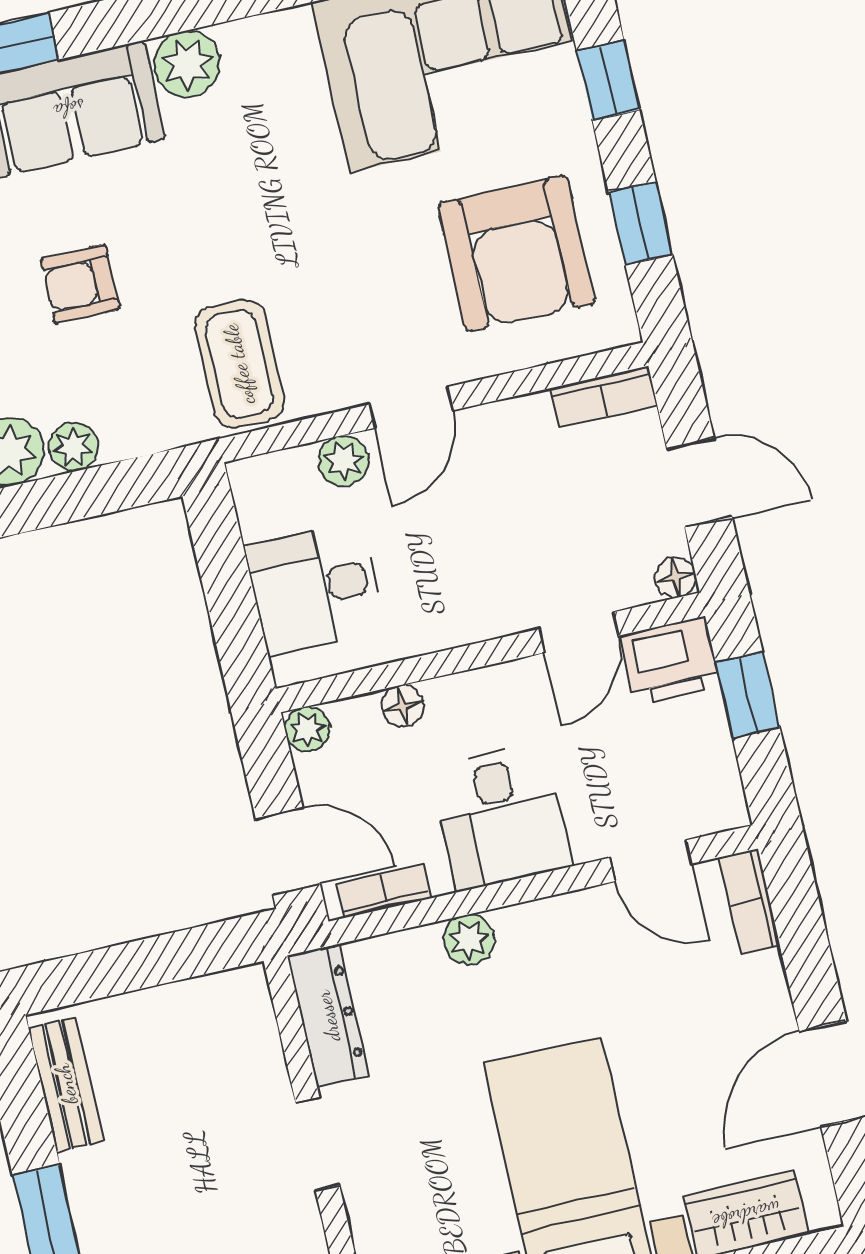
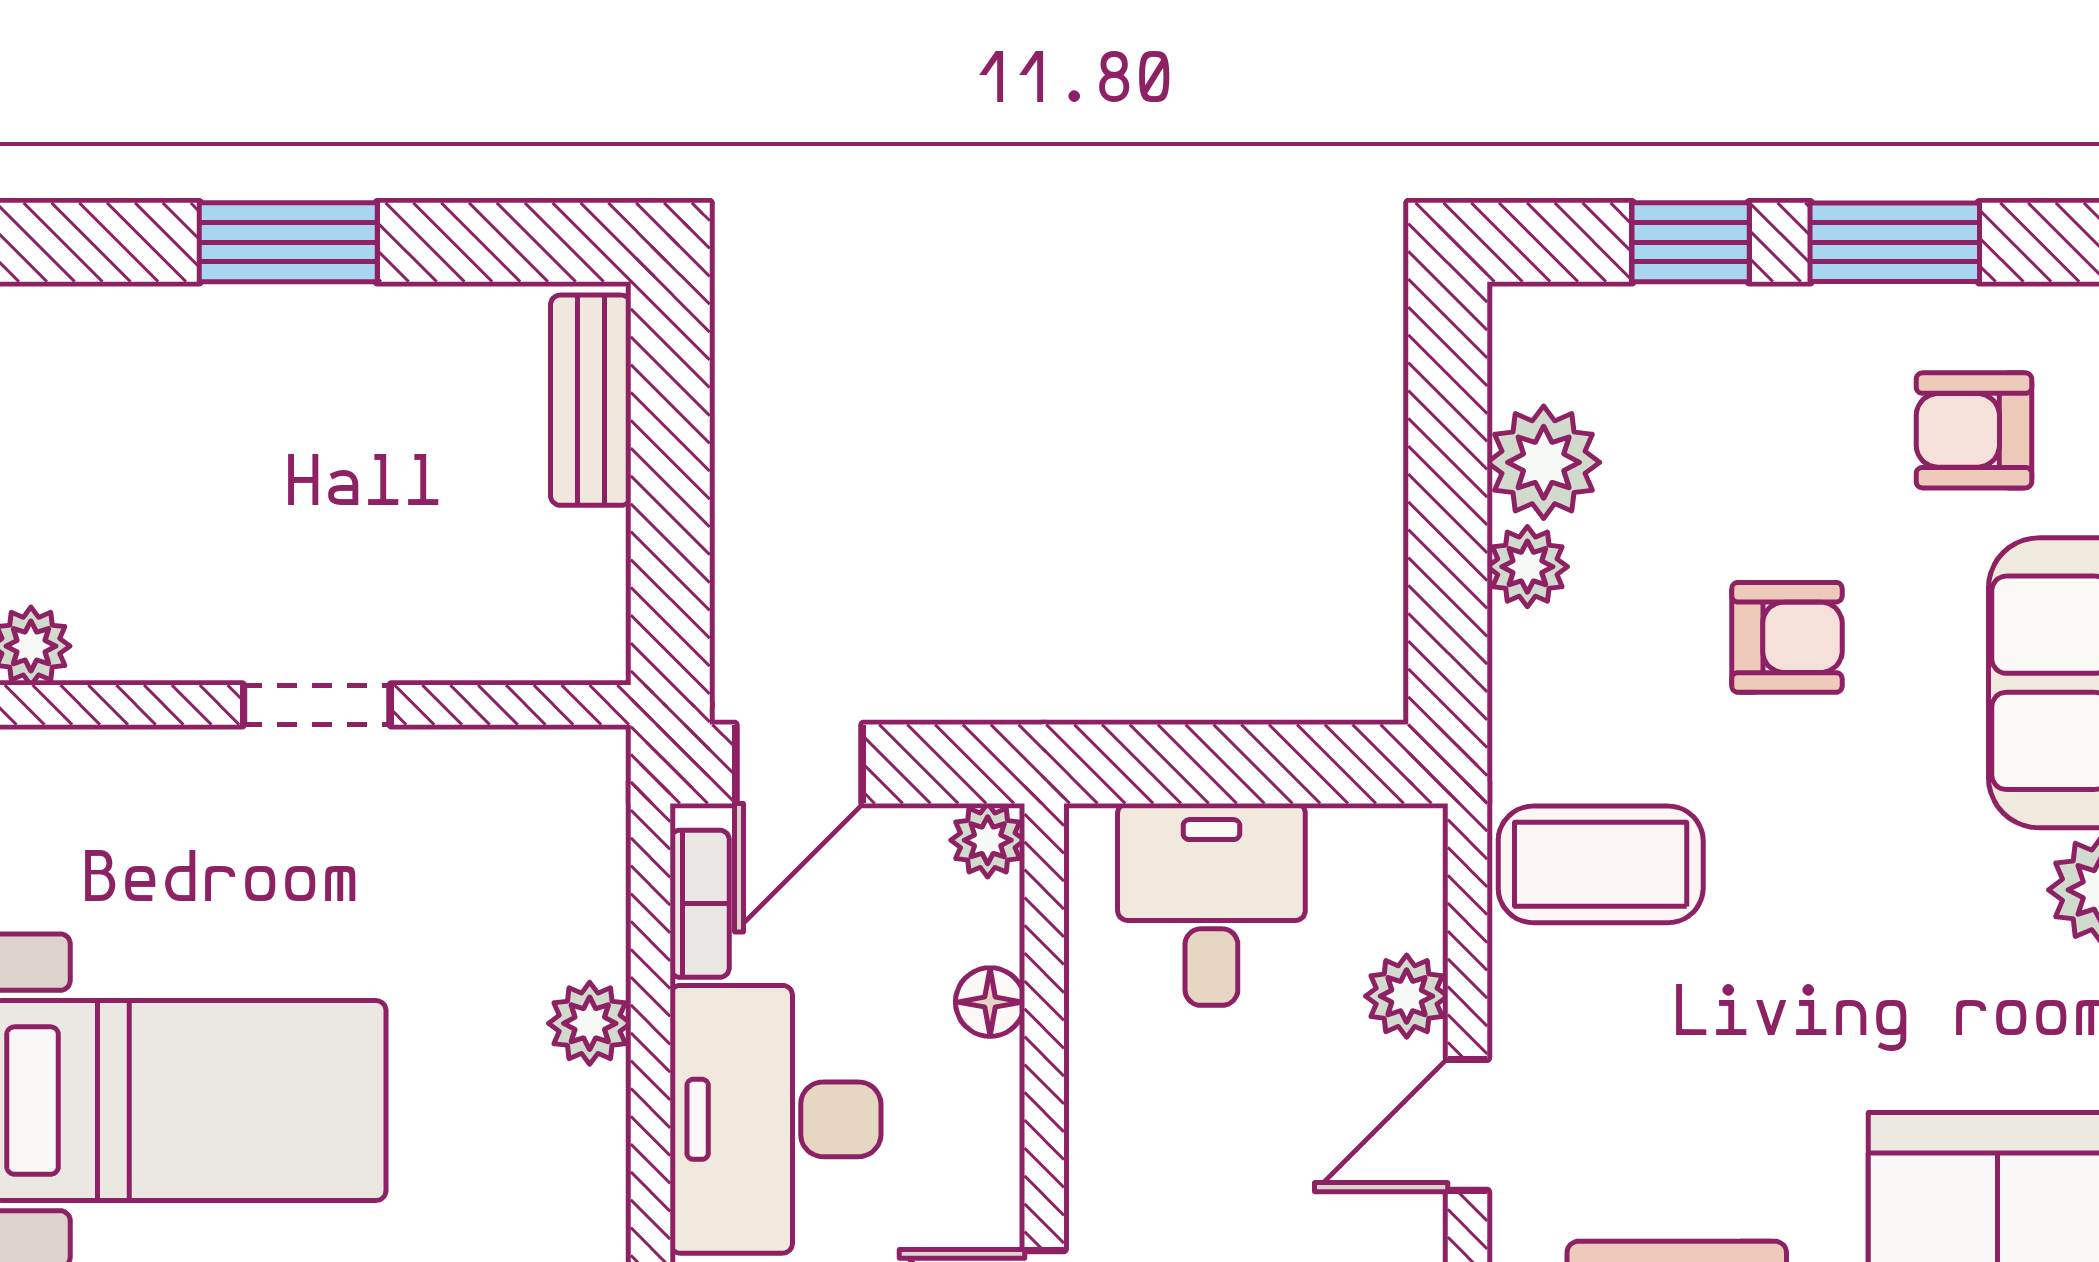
armchair: (80, 284) -> (1787, 637), turned 90
door: (411, 407) -> (1467, 1125), hinge flipped
desk: (501, 817) -> (776, 1119), width x1.37
dresser: (328, 1016) -> (519, 768), removed
bench: (66, 1084) -> (591, 400), moved, turned 90

